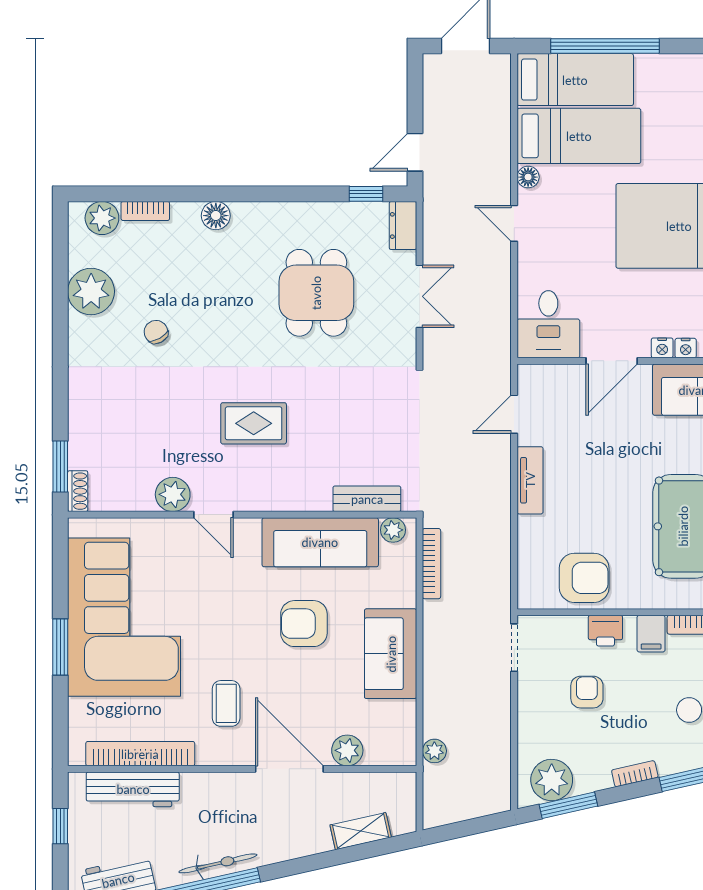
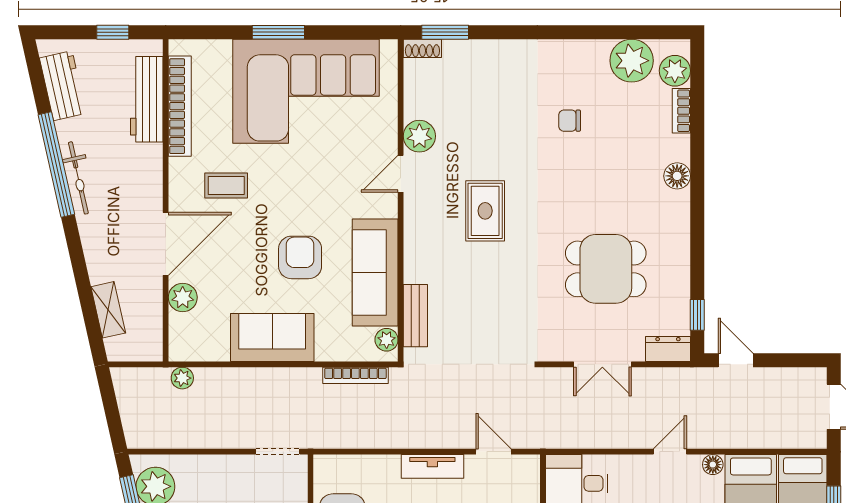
plant: (91, 291) -> (632, 61), moved
chair: (156, 332) -> (570, 121), turned -151

